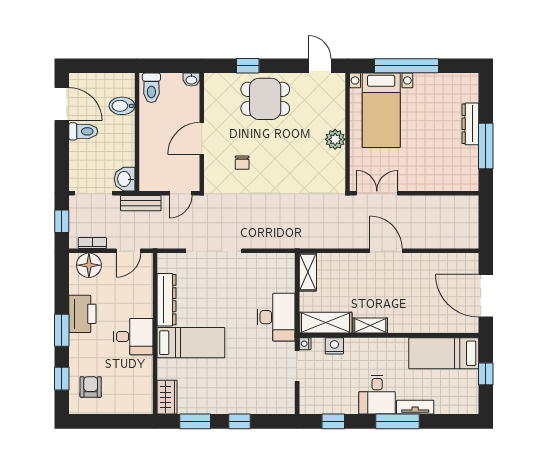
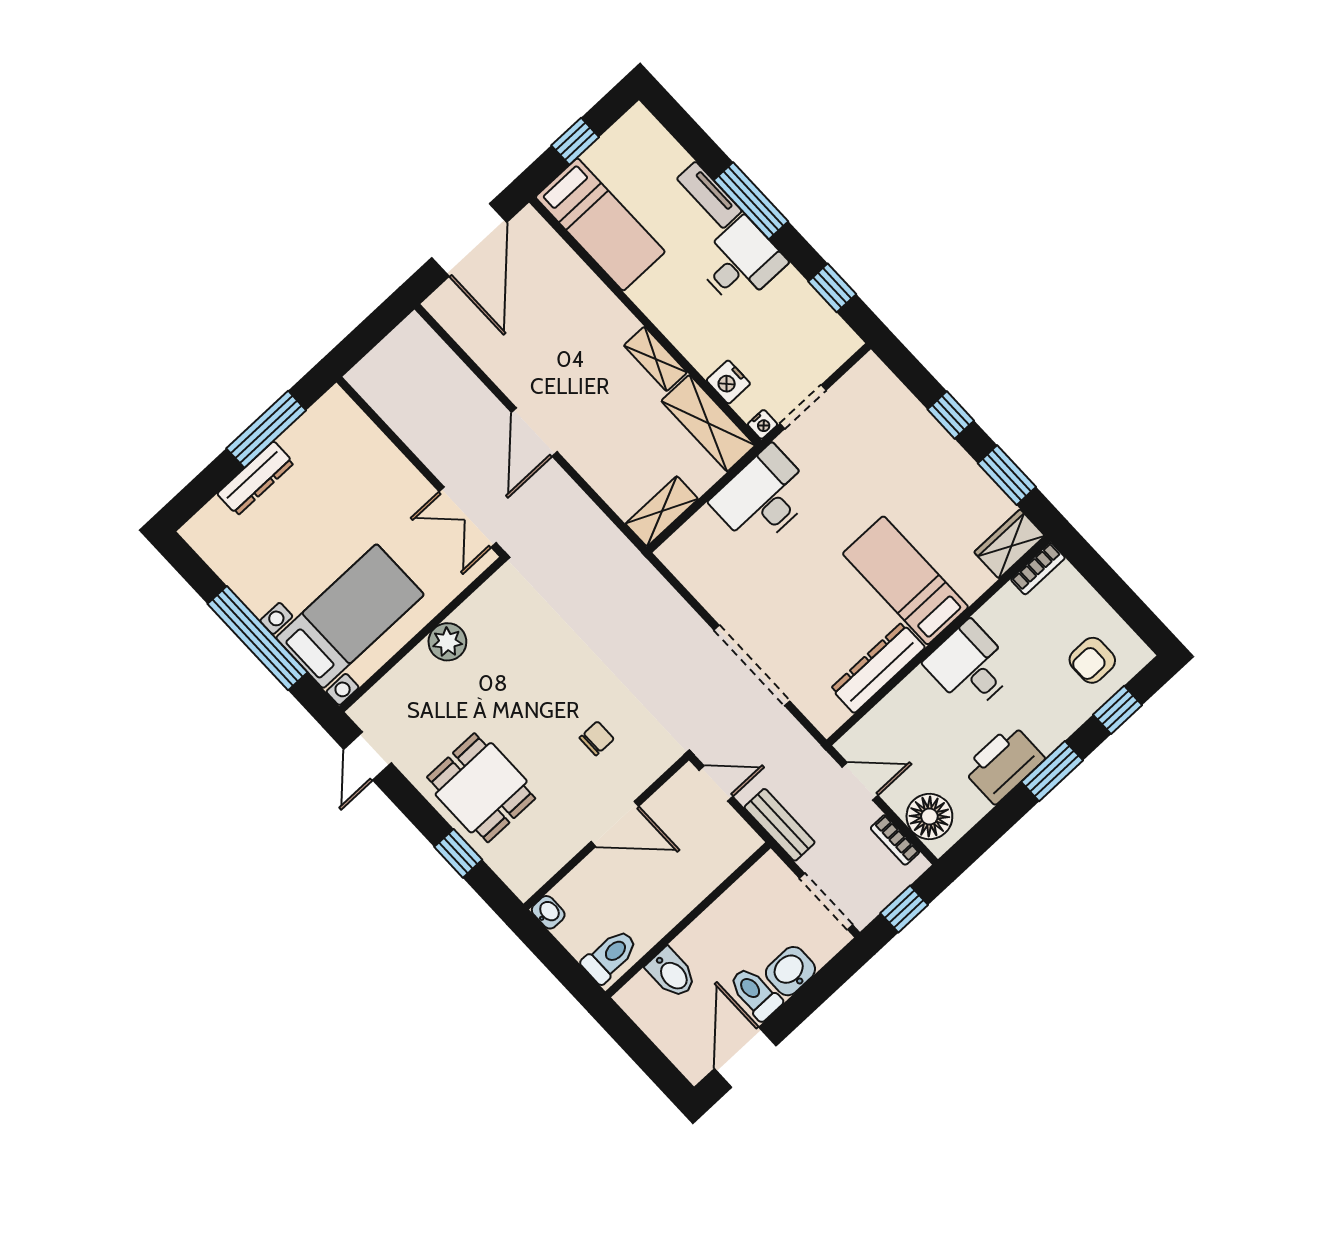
washbasin: (125, 179) -> (790, 971), moved, turned 180
bookcase: (147, 399) -> (1038, 569), added

